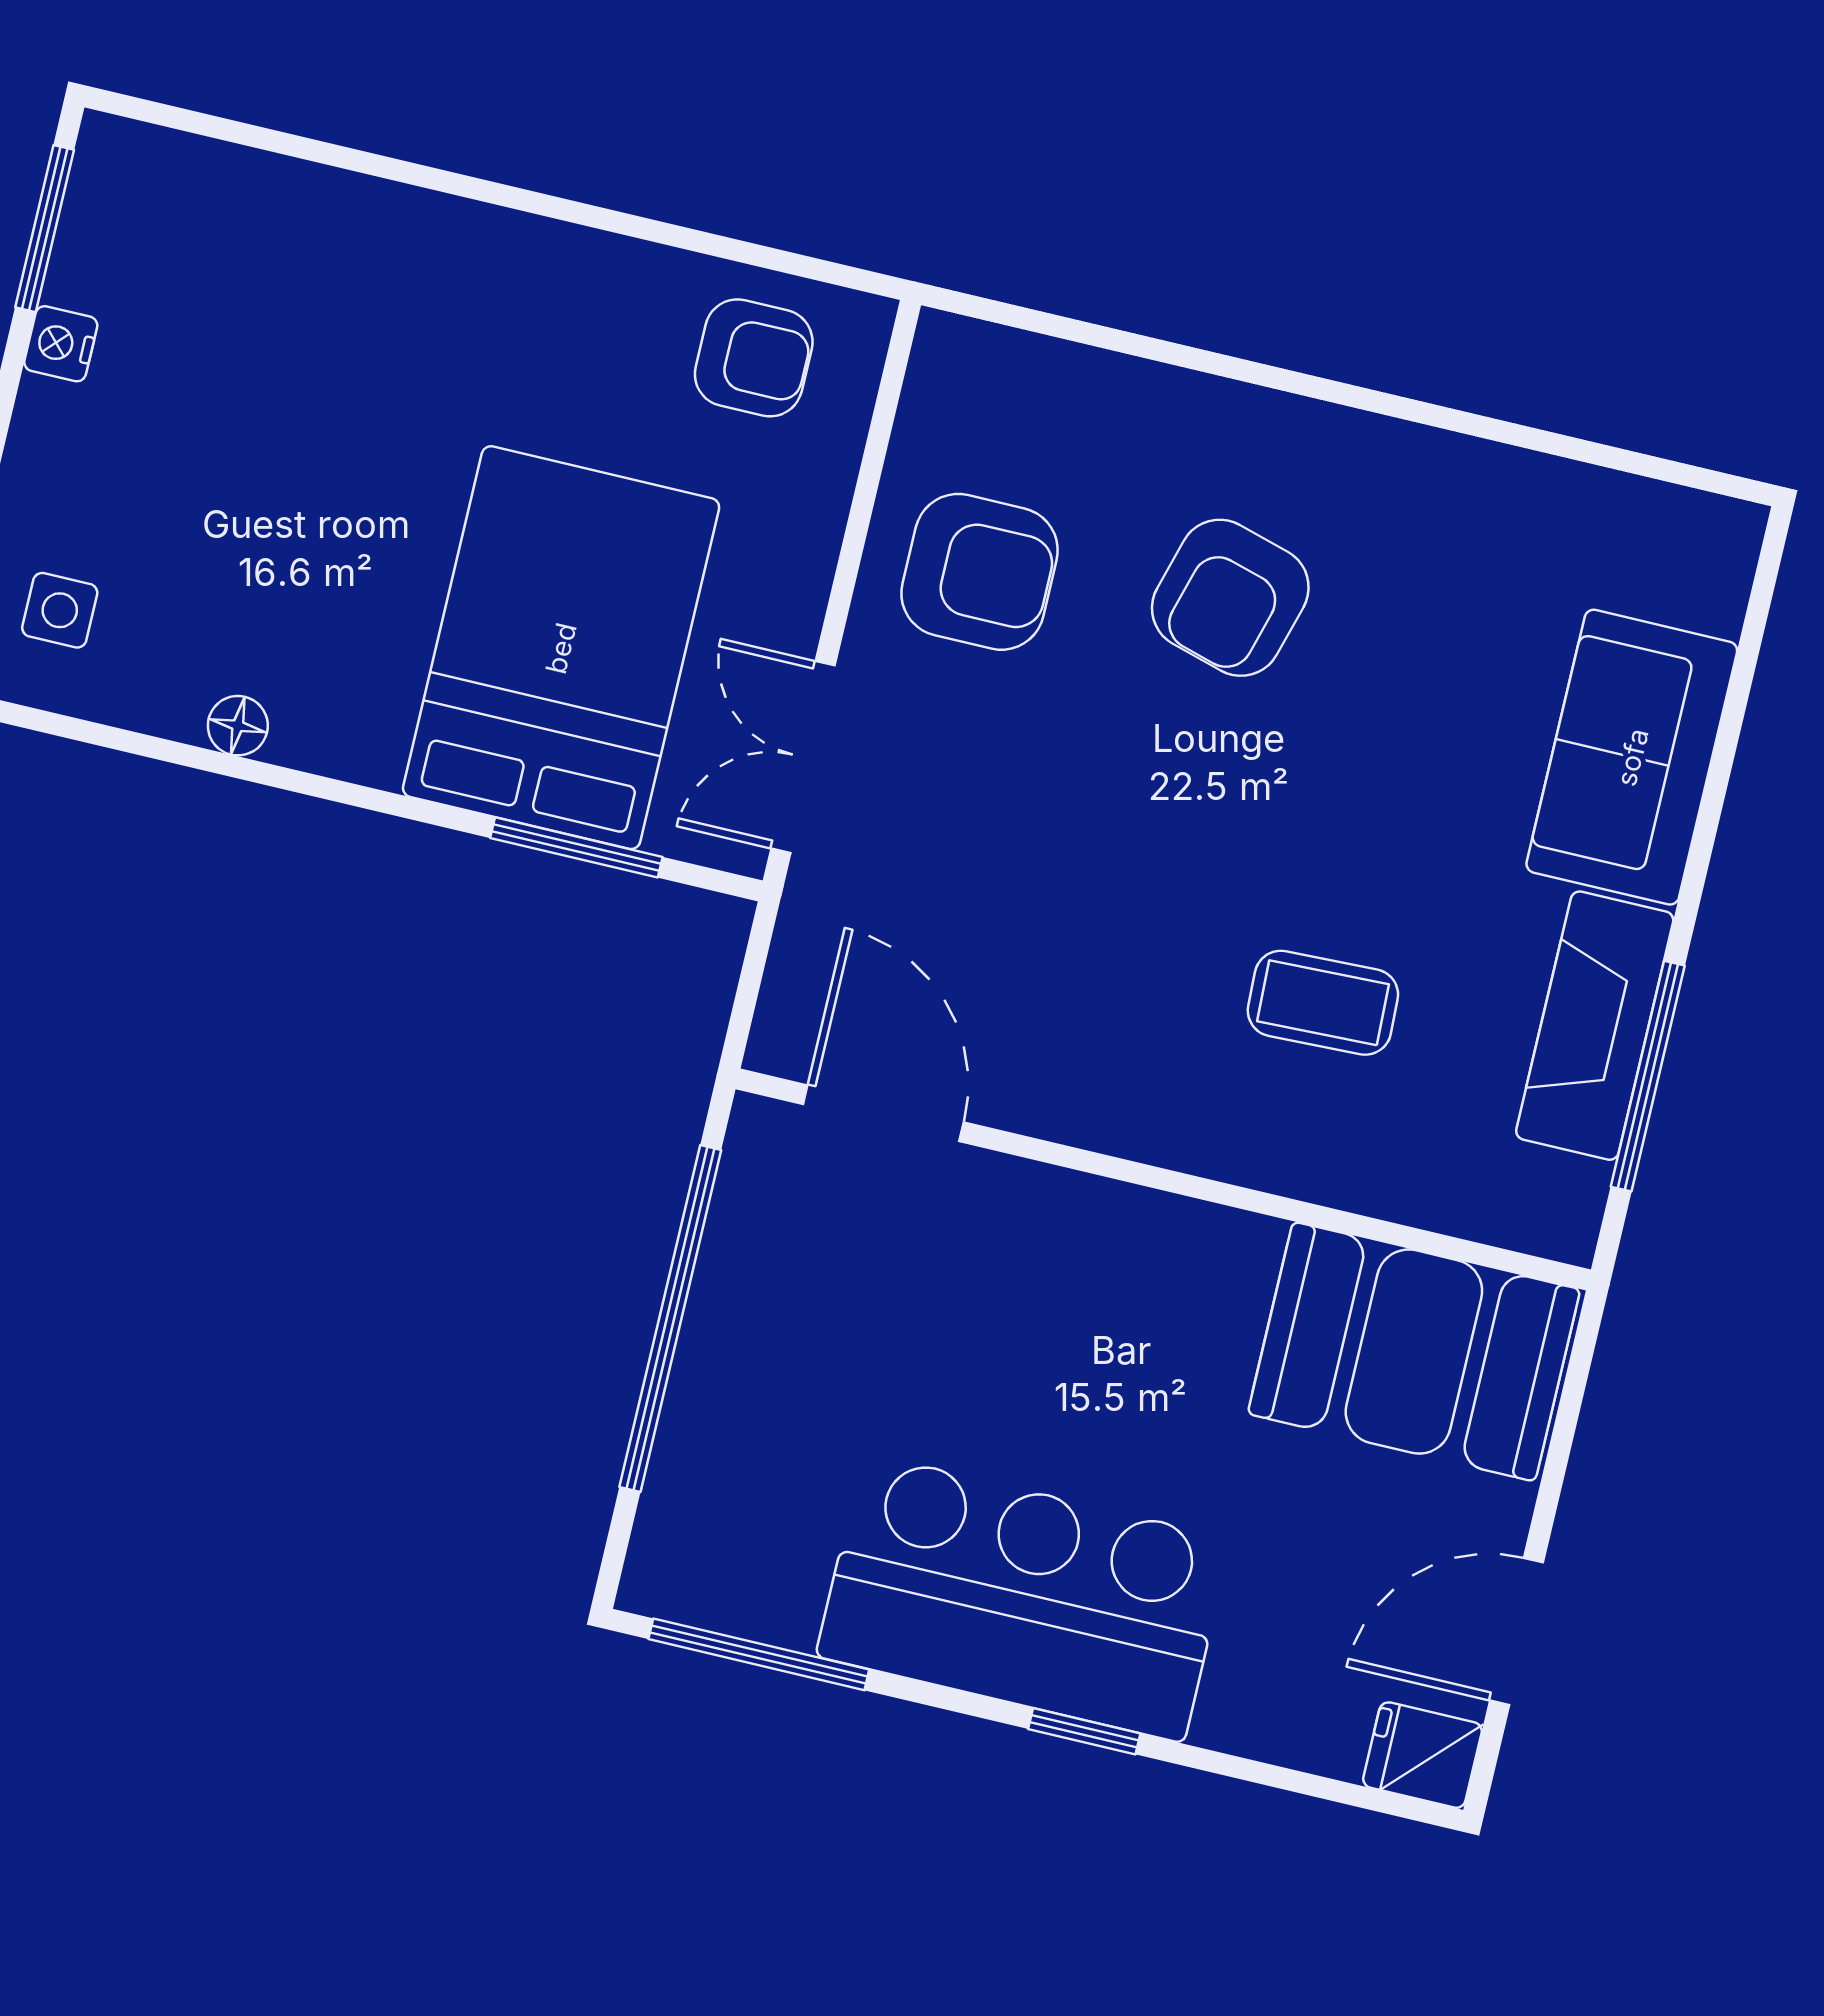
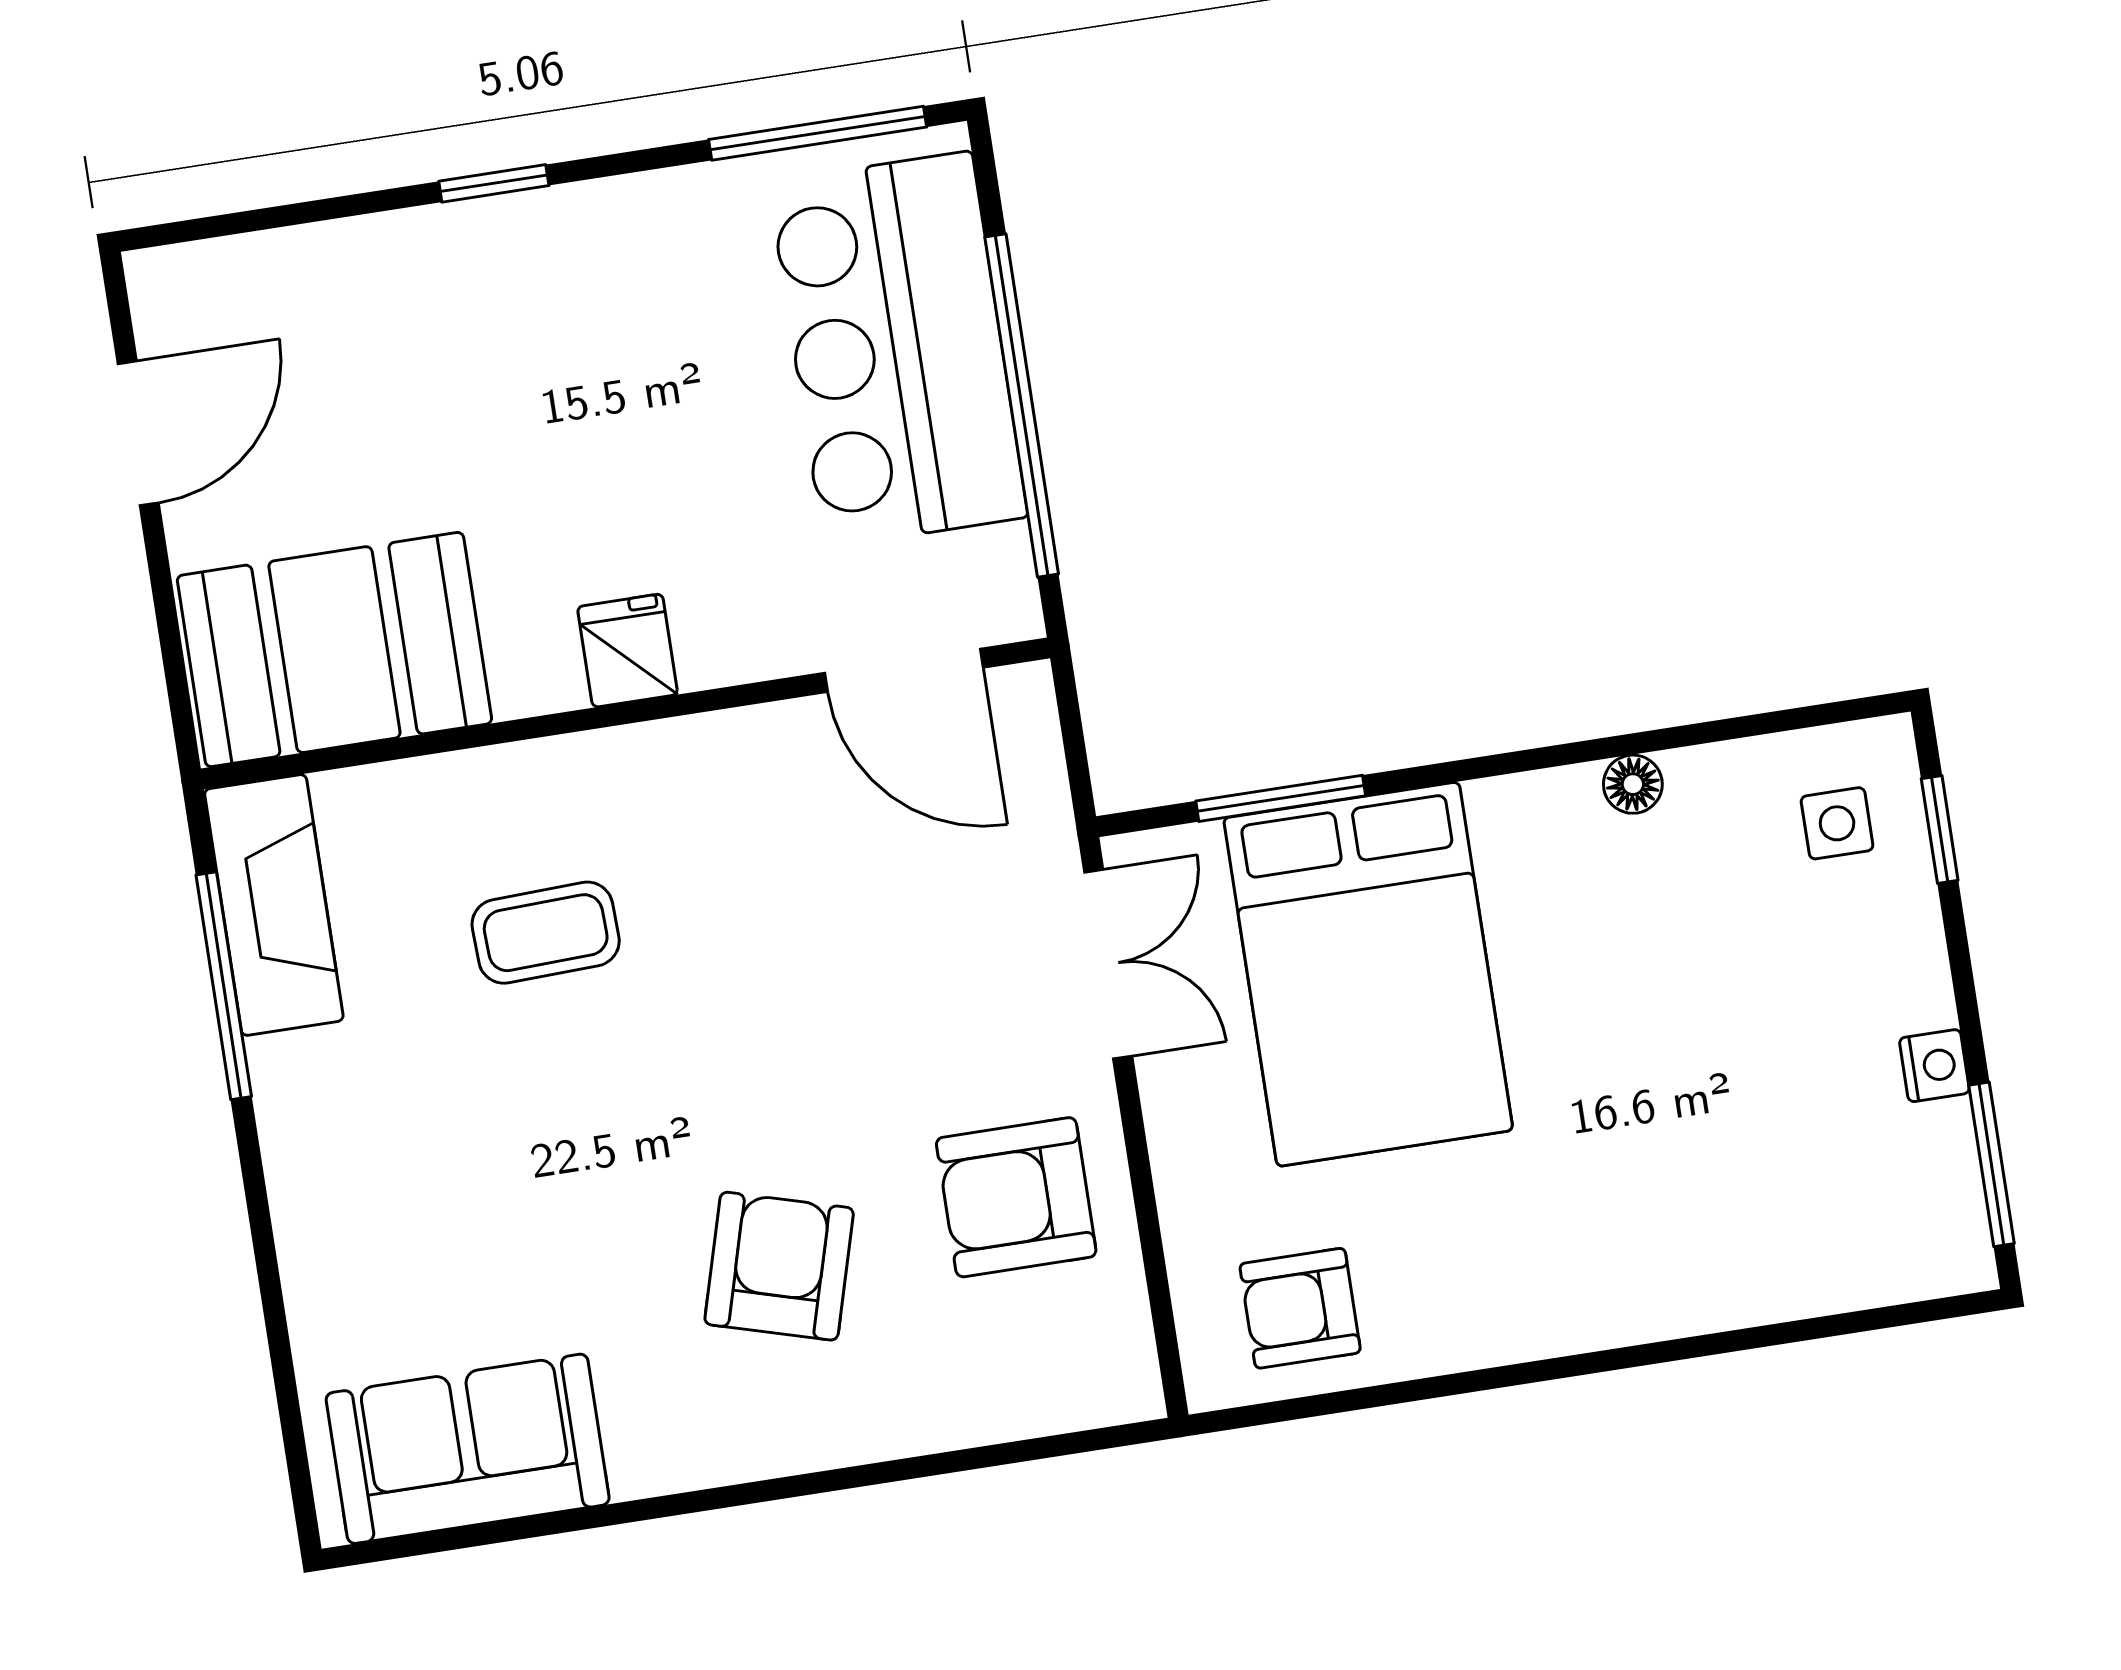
sofa: (1632, 757) -> (468, 1449), moved, turned -90
fireplace: (1595, 1026) -> (274, 905), moved
bar counter: (1024, 1598) -> (898, 350), moved, turned 90
fridge: (1422, 1755) -> (628, 651), moved, turned -90

